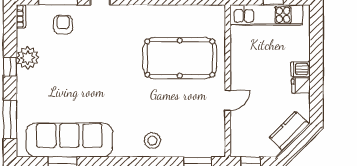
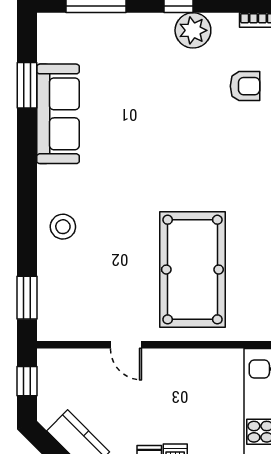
sofa: (69, 140) -> (58, 114), width x0.74, depth x0.79

